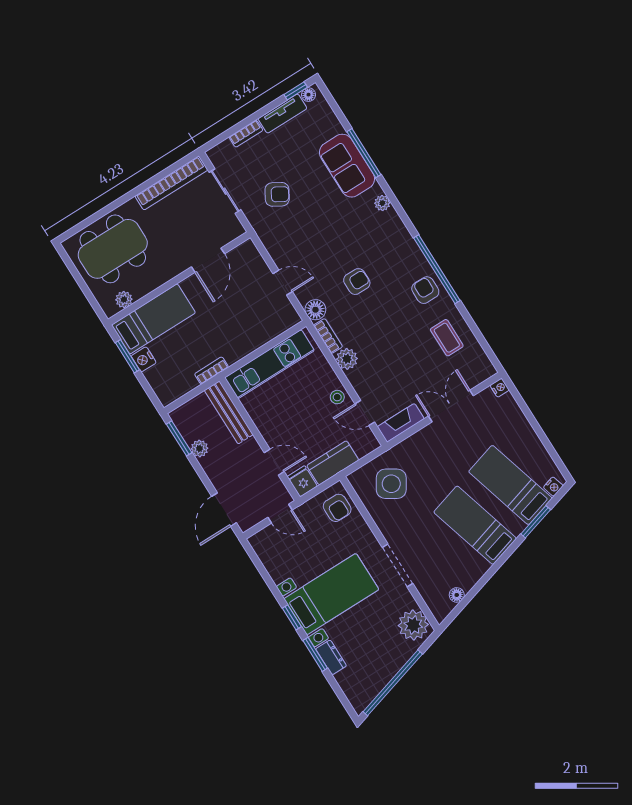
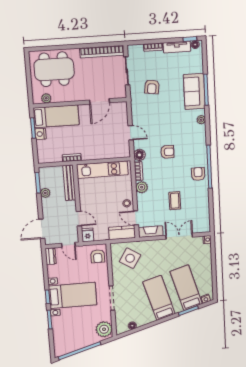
armchair: (277, 194) -> (152, 87), turned 68
coffee table: (447, 338) -> (175, 201), moved
kitchen counter: (333, 463) -> (122, 233), moved
dresser: (331, 657) -> (51, 256), moved

